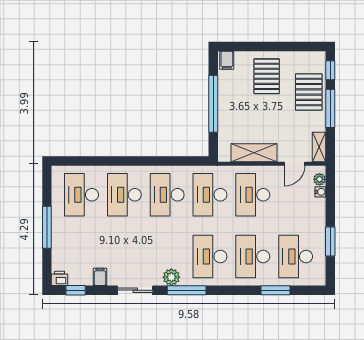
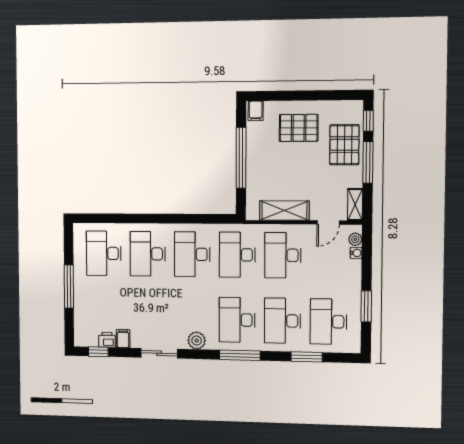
pallet: (267, 76) -> (299, 128), turned 90
printer: (59, 278) -> (107, 340), moved
window: (187, 290) -> (240, 355), moved

